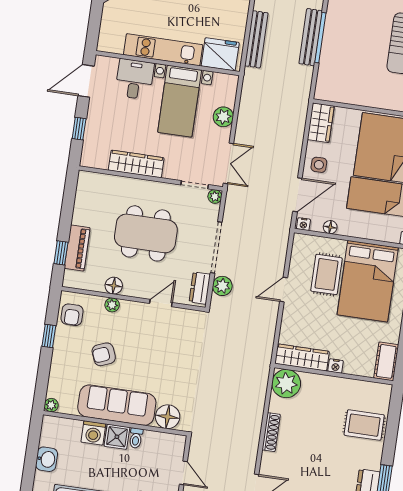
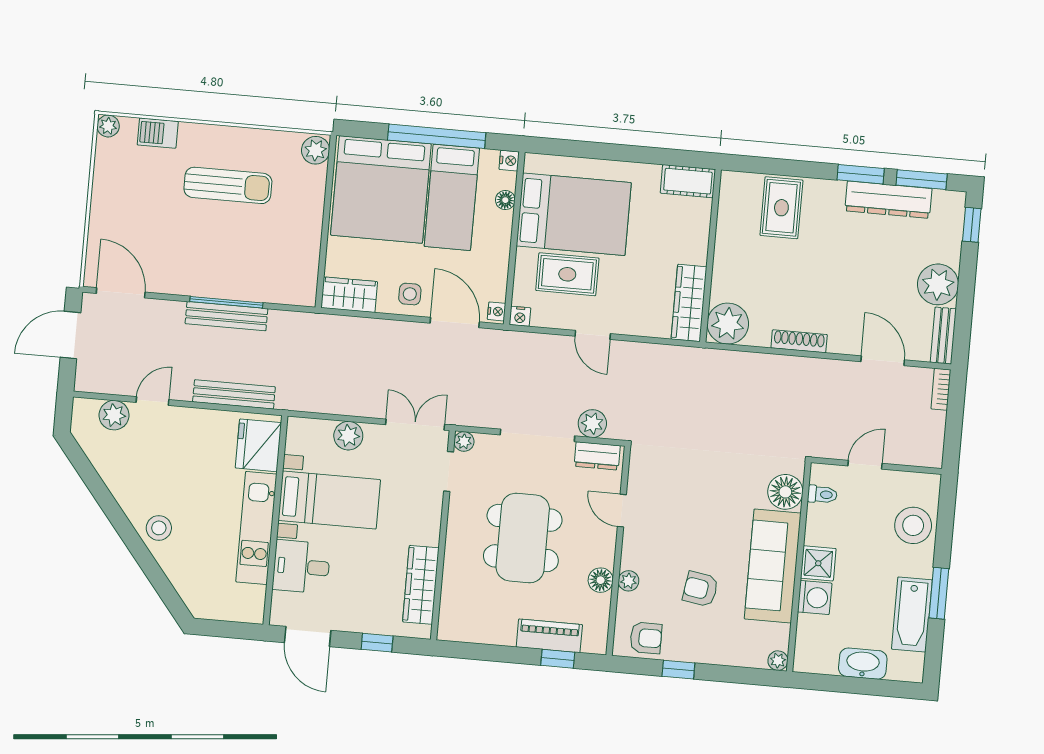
wardrobe: (136, 164) -> (421, 585), moved
floor lamp: (330, 227) -> (505, 200), moved
armchair: (104, 354) -> (700, 589), turned 121
nightstand: (336, 366) -> (520, 316), moved, turned 90
toilet: (136, 438) -> (822, 494), moved
washbasin: (47, 459) -> (863, 664), width x1.38

